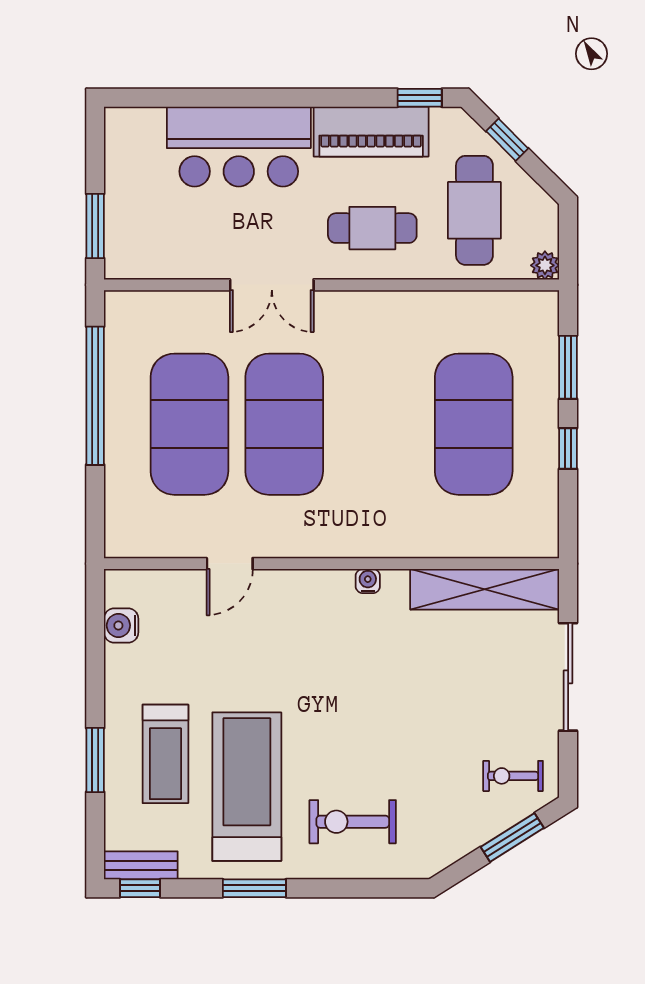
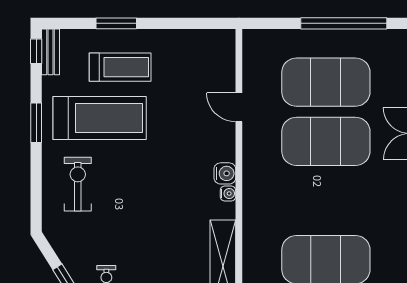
water cooler: (121, 625) -> (225, 173), moved, turned 90
treadmill: (165, 754) -> (120, 67), turned 180

